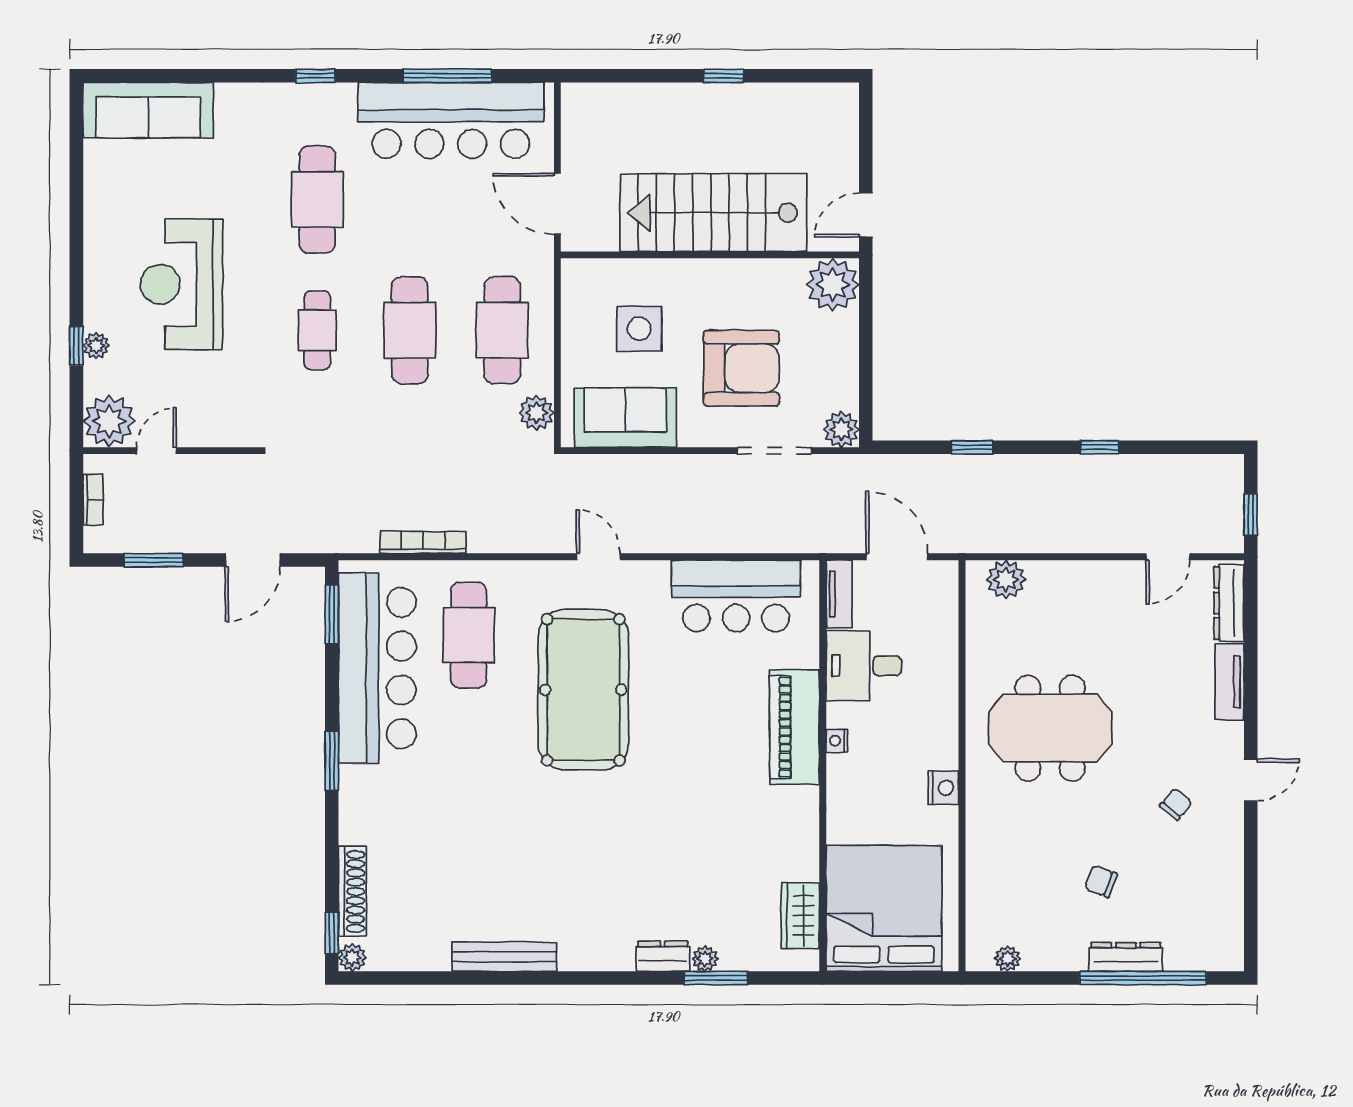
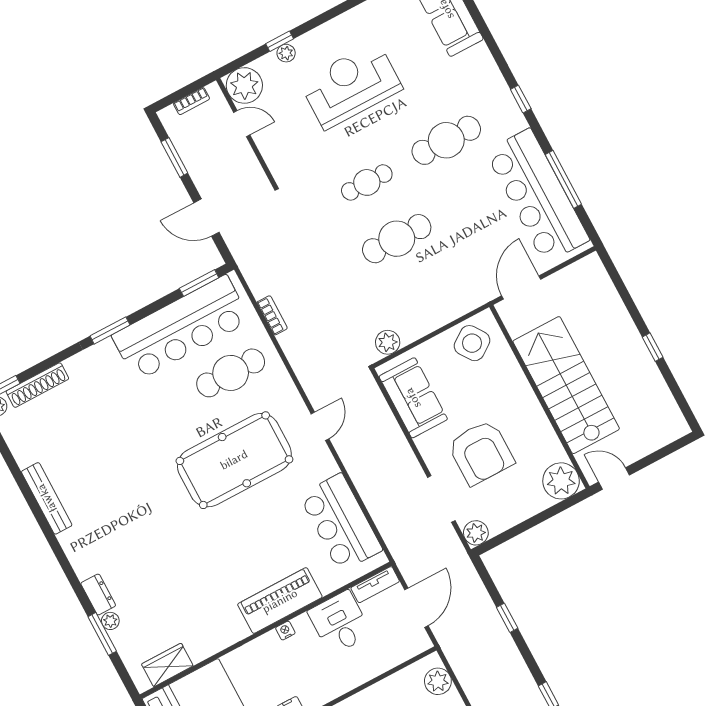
side table: (639, 329) -> (472, 343), moved, turned -35
cafe table: (502, 330) -> (427, 295), removed
bookcase: (423, 542) -> (272, 315), width x0.64

